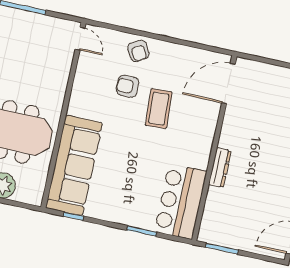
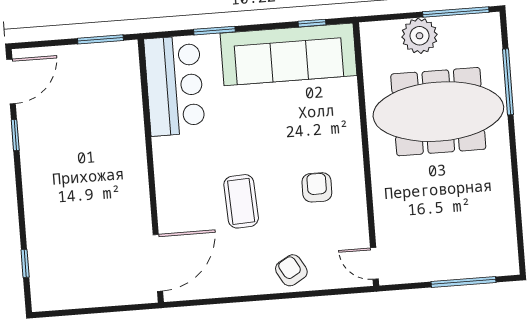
armchair: (127, 86) -> (317, 187), moved, turned -90
sofa: (74, 165) -> (289, 54), moved, turned -90
dresser: (220, 168) -> (136, 147), removed

